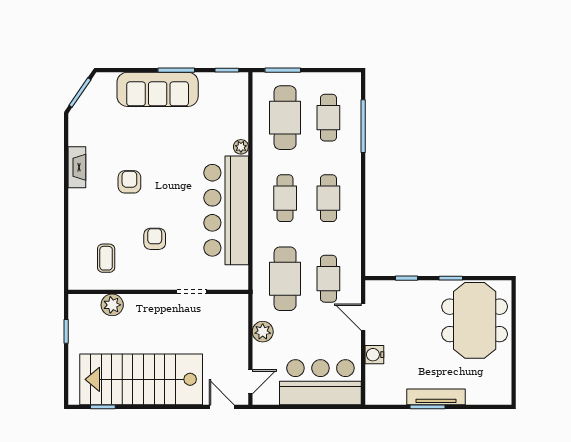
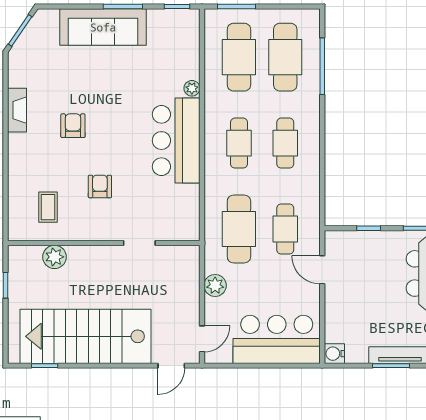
cafe table: (328, 118) -> (285, 57), width x1.37, depth x1.35
bar counter: (226, 210) -> (176, 141), width x0.73
water cooler: (374, 355) -> (334, 354), moved
door: (222, 407) -> (171, 366), swing flipped

